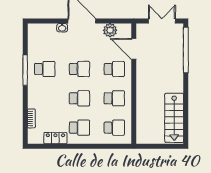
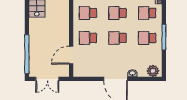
plant: (110, 30) -> (153, 71), moved
door: (134, 49) -> (71, 55), swing flipped
school desk: (45, 98) -> (147, 13), added

